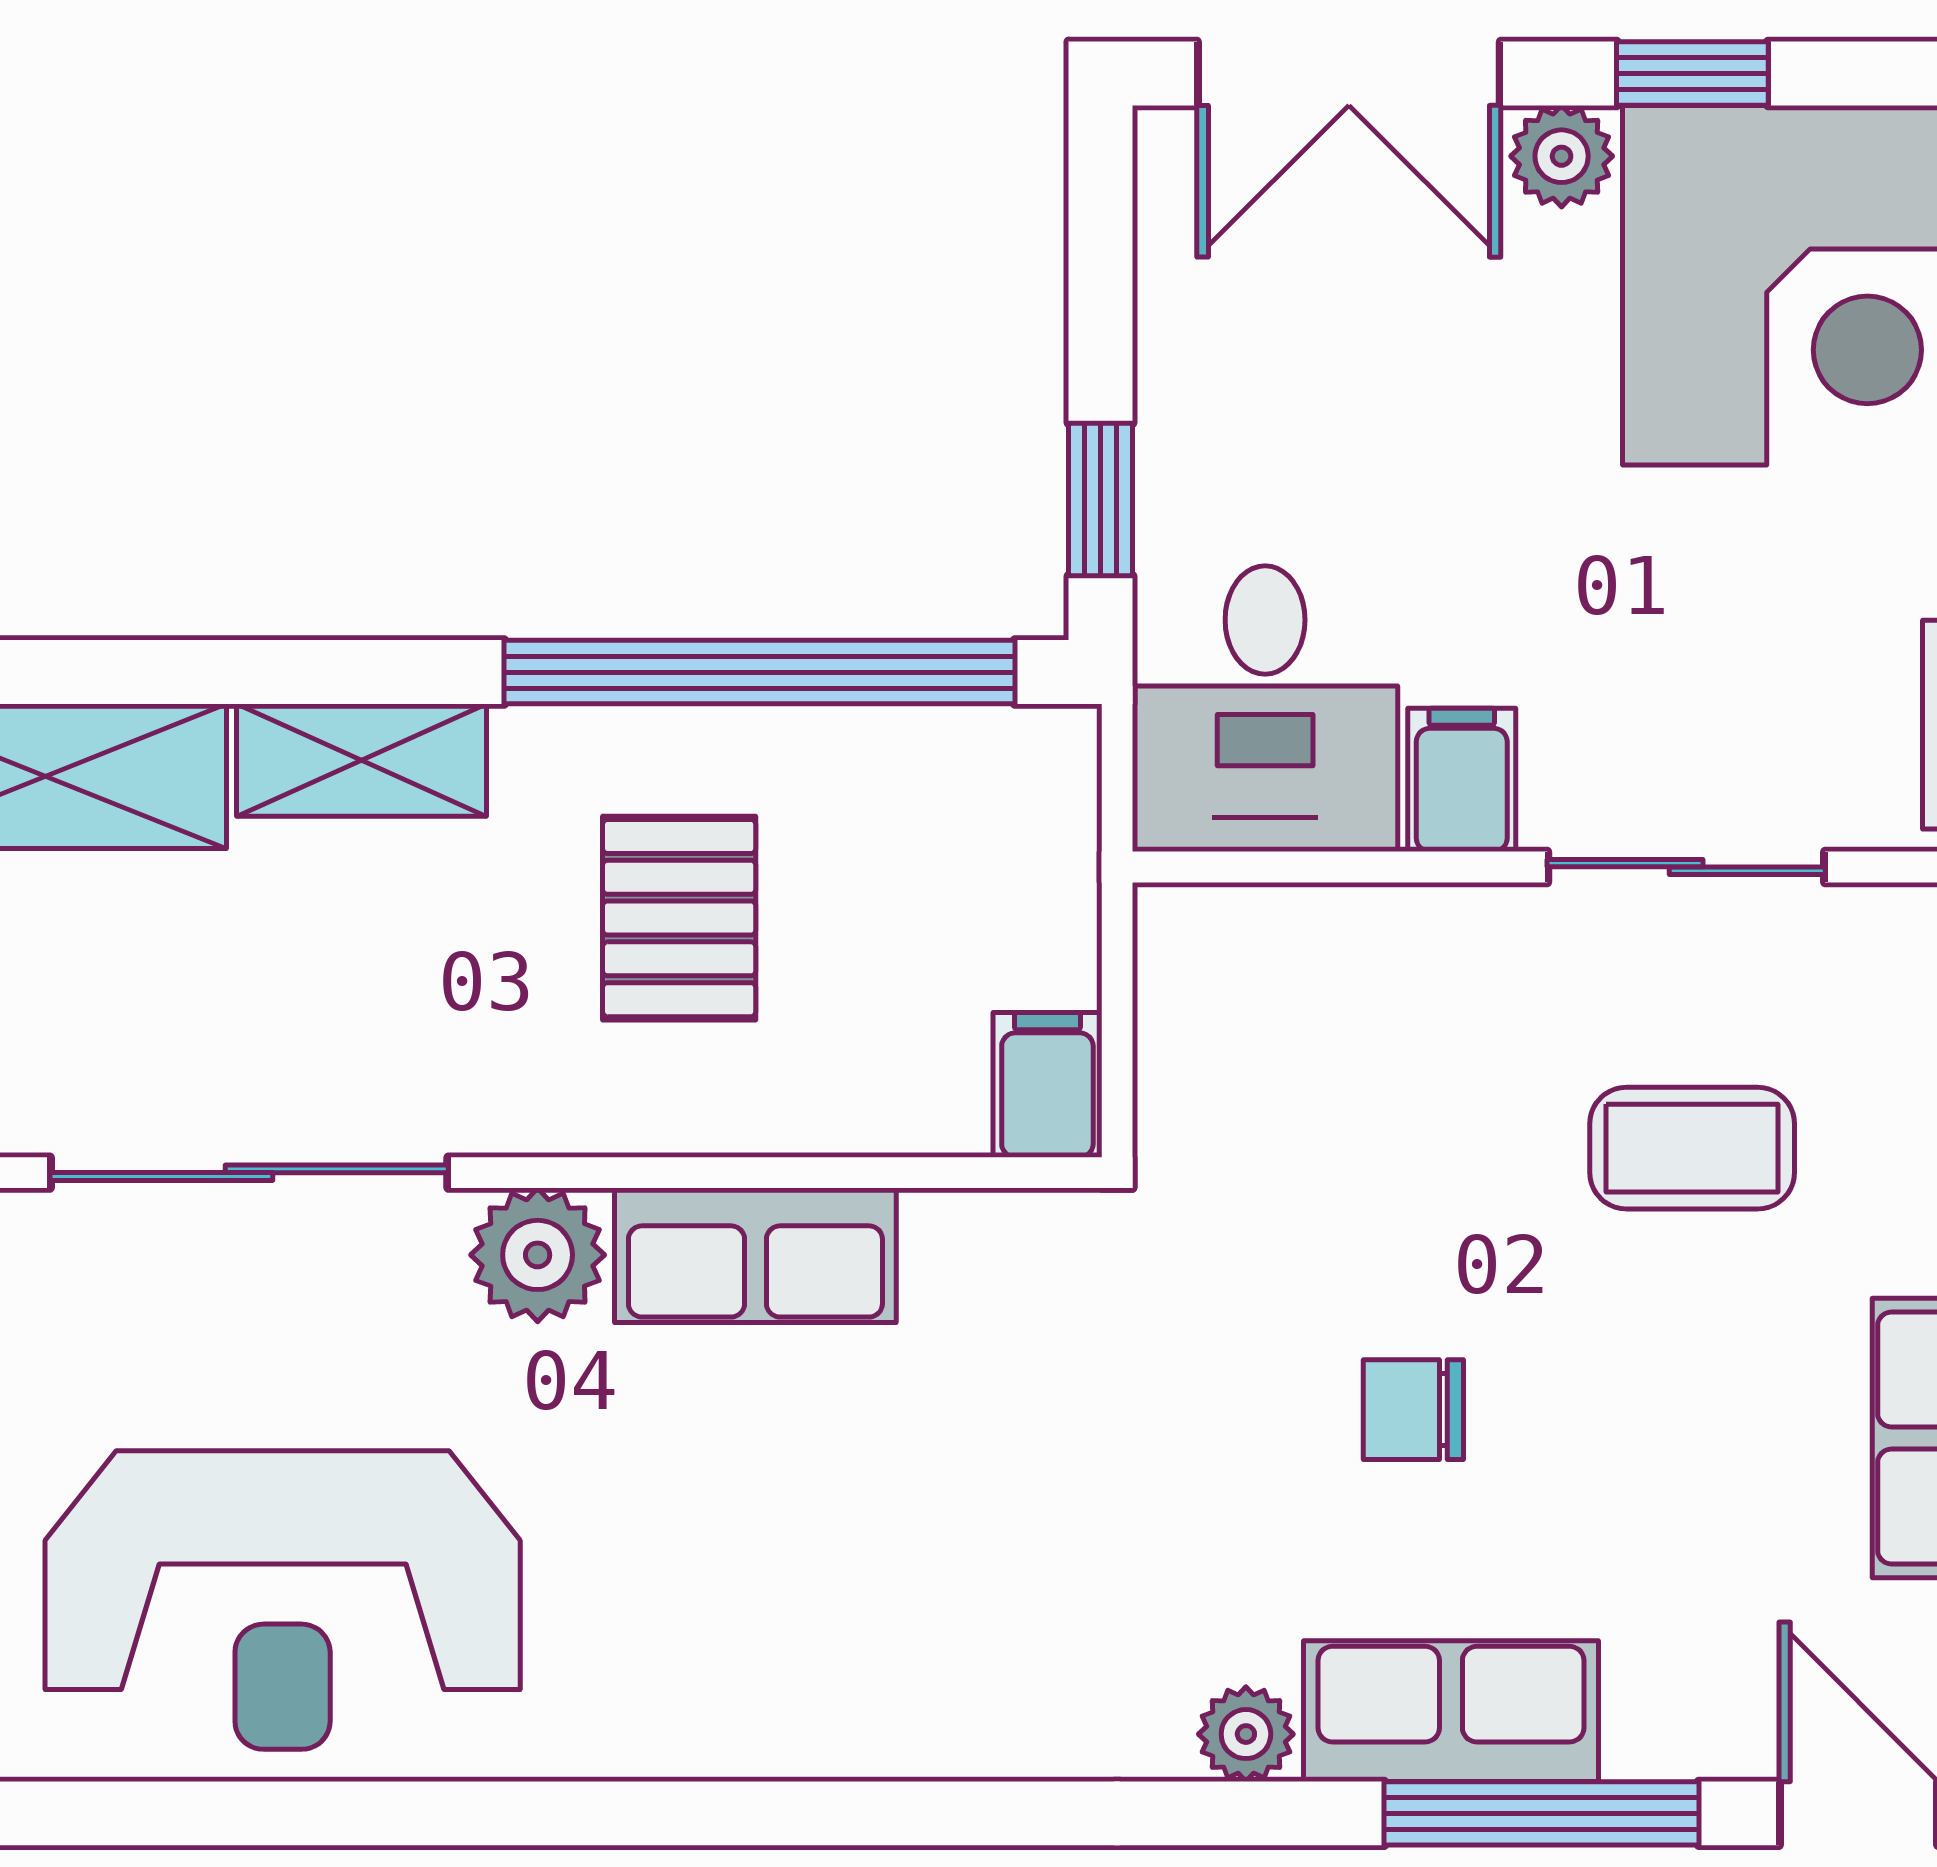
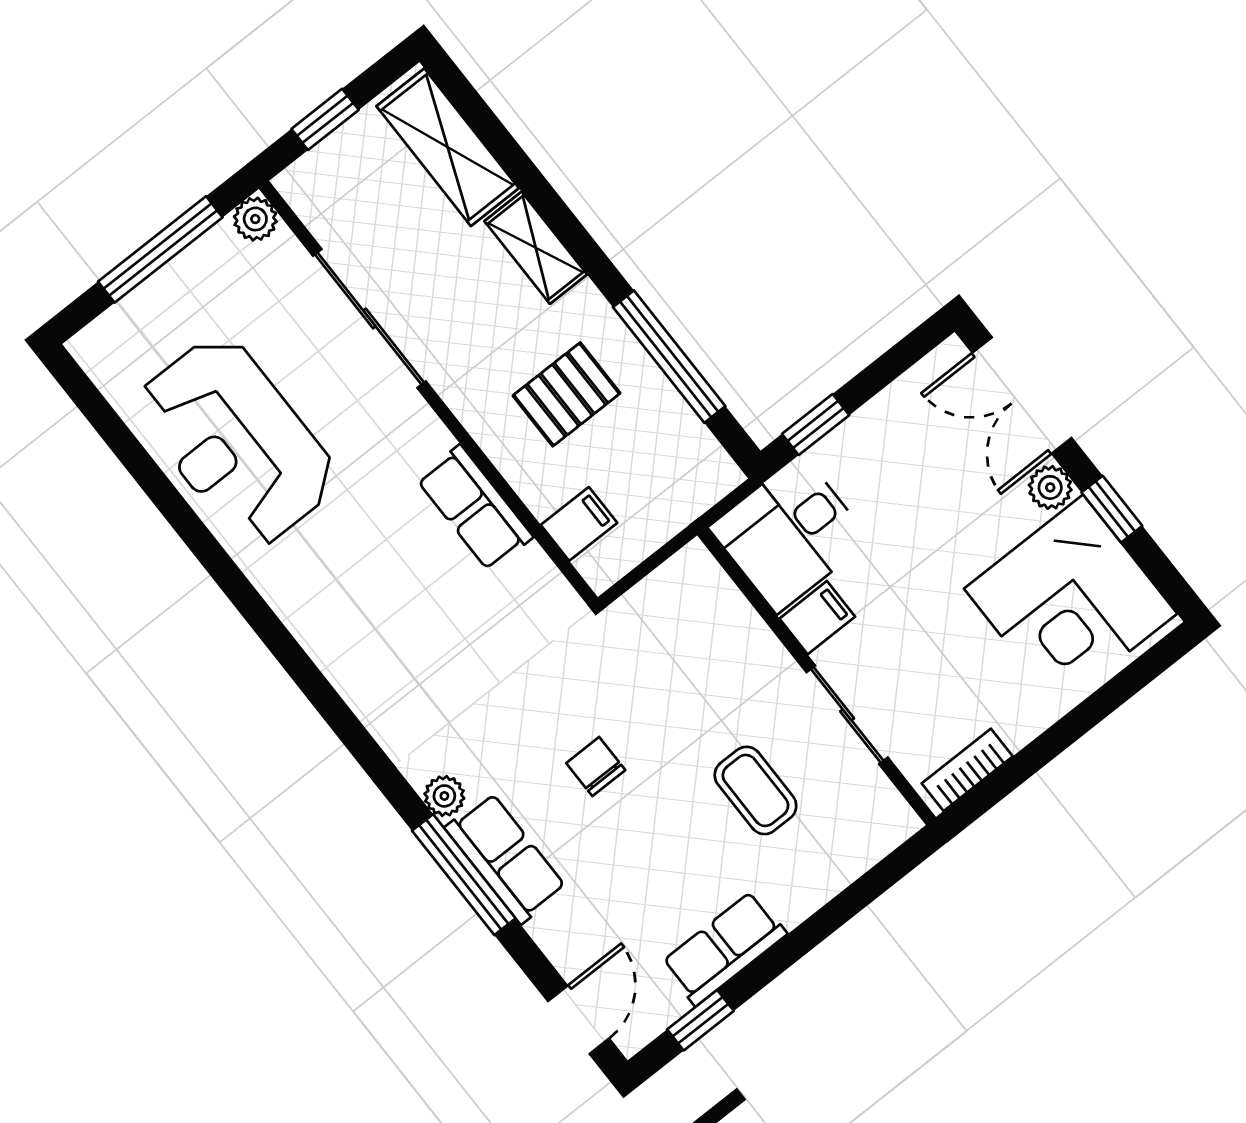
window: (760, 672) -> (669, 357), width x0.68
filing cabinet: (1047, 1085) -> (579, 524), moved
plant: (538, 1255) -> (418, 436), removed
window: (1541, 1813) -> (464, 875), moved

